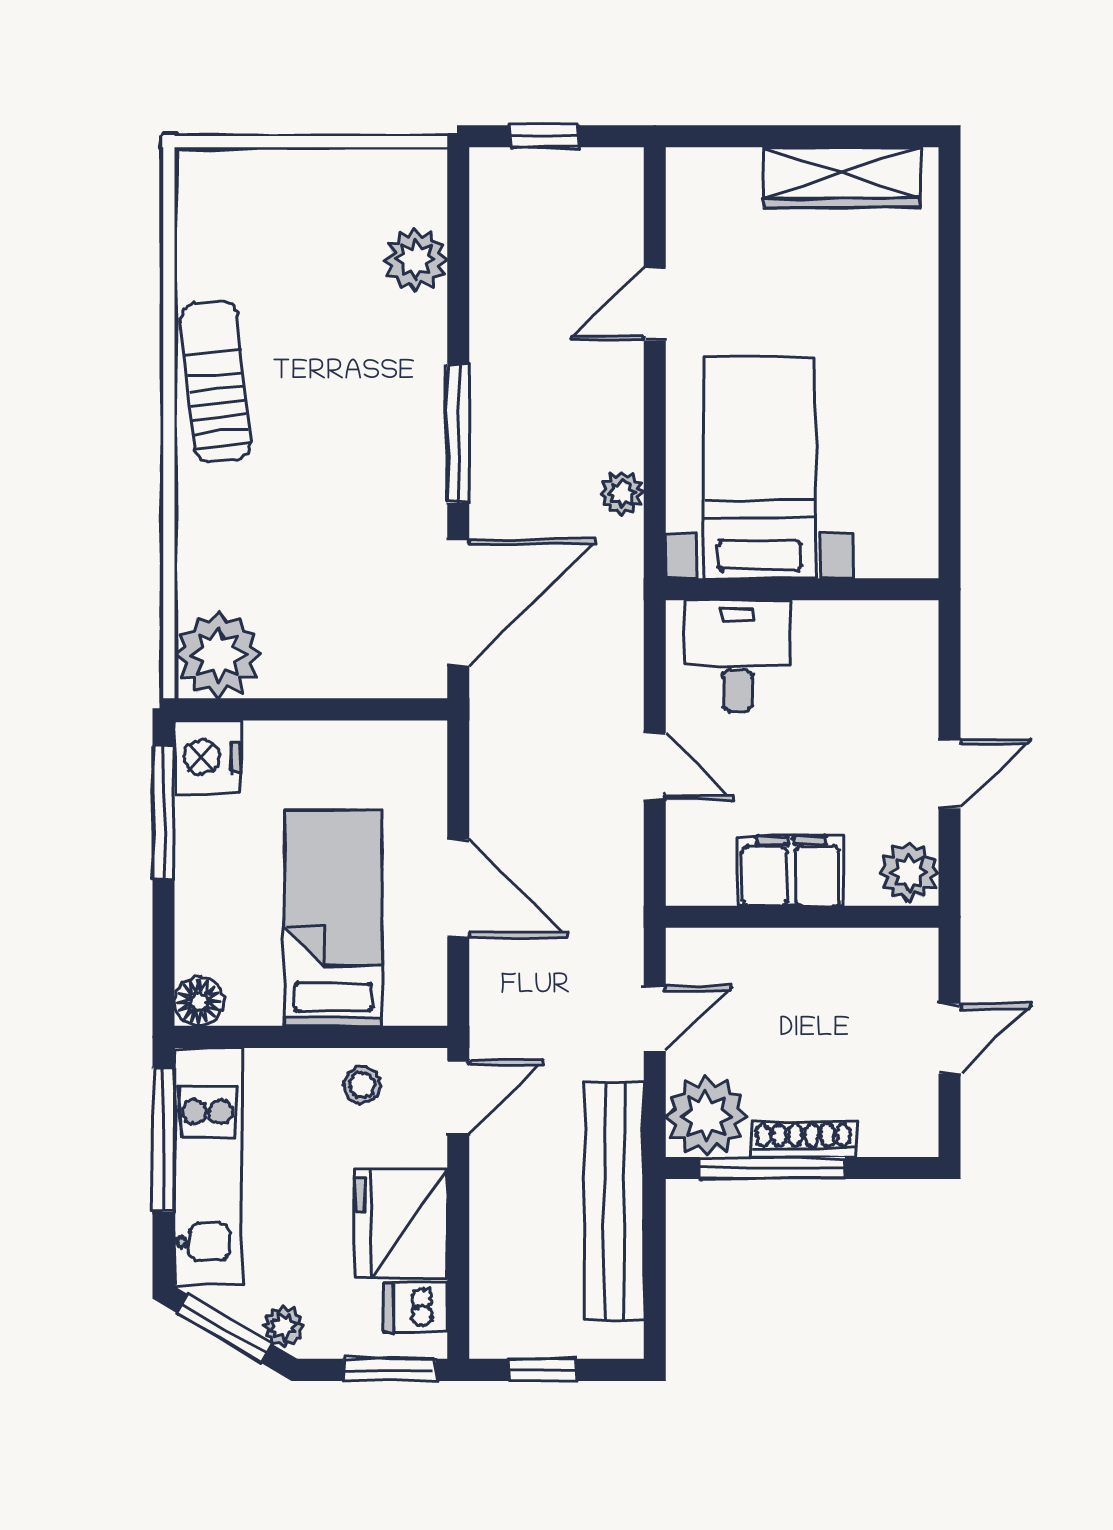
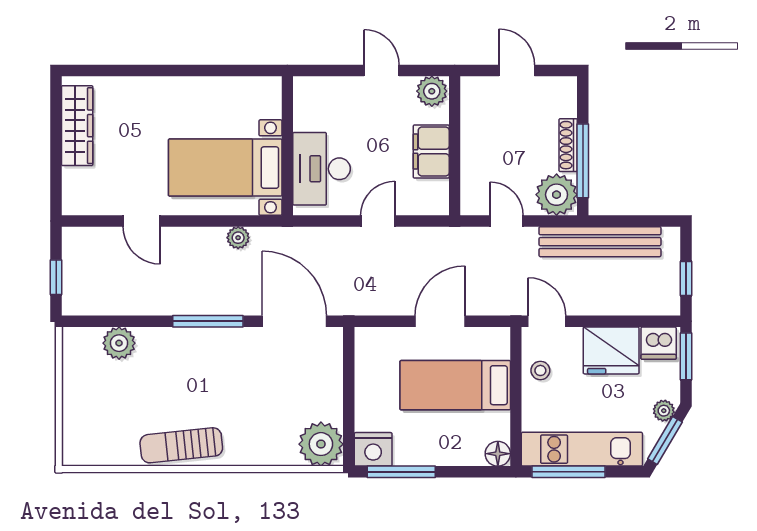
desk: (738, 656) -> (322, 169), width x1.37
dishwasher: (415, 1307) -> (659, 343), width x1.38

